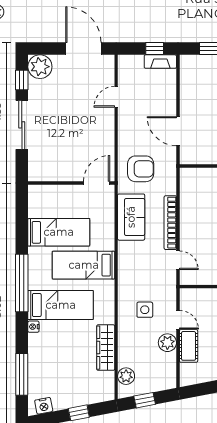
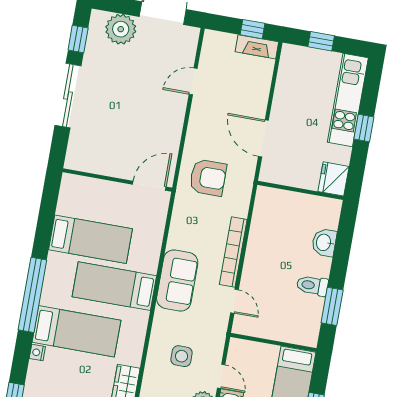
plant: (40, 67) -> (121, 29), moved
sofa: (131, 217) -> (177, 281), moved

